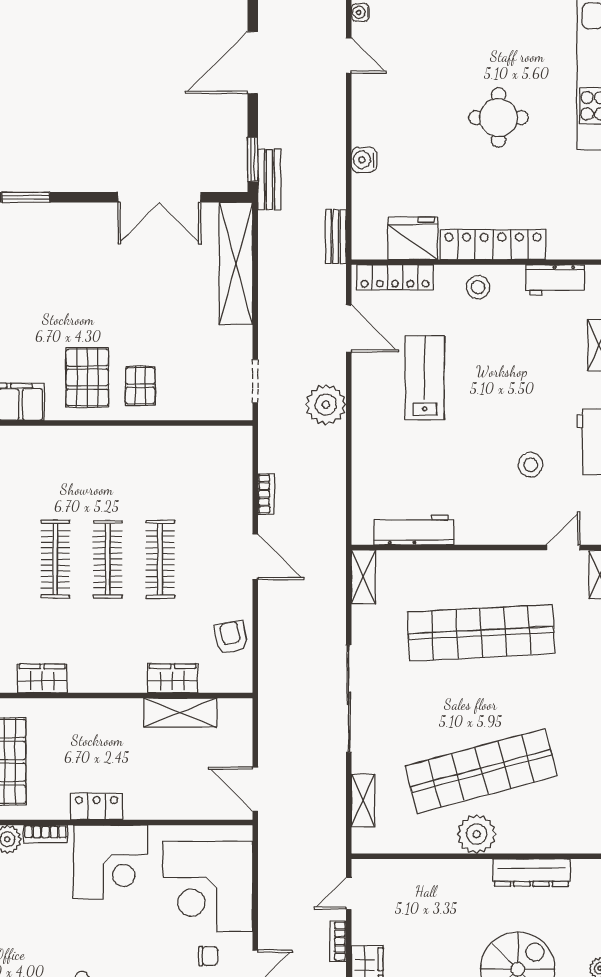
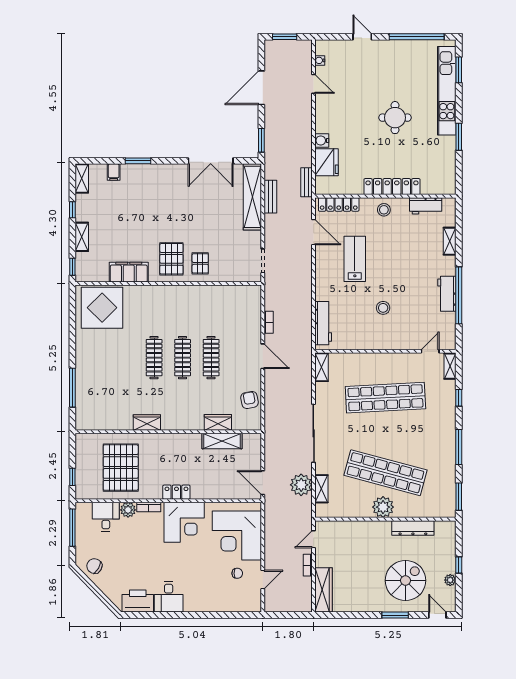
bench: (269, 180) -> (270, 197), moved
fridge: (413, 238) -> (327, 162), moved, turned 90
plant: (326, 405) -> (301, 485), moved
stool: (531, 465) -> (383, 308), moved
workbench: (414, 530) -> (323, 323), moved, turned 90
shop shelf: (481, 771) -> (385, 473), turned 30

